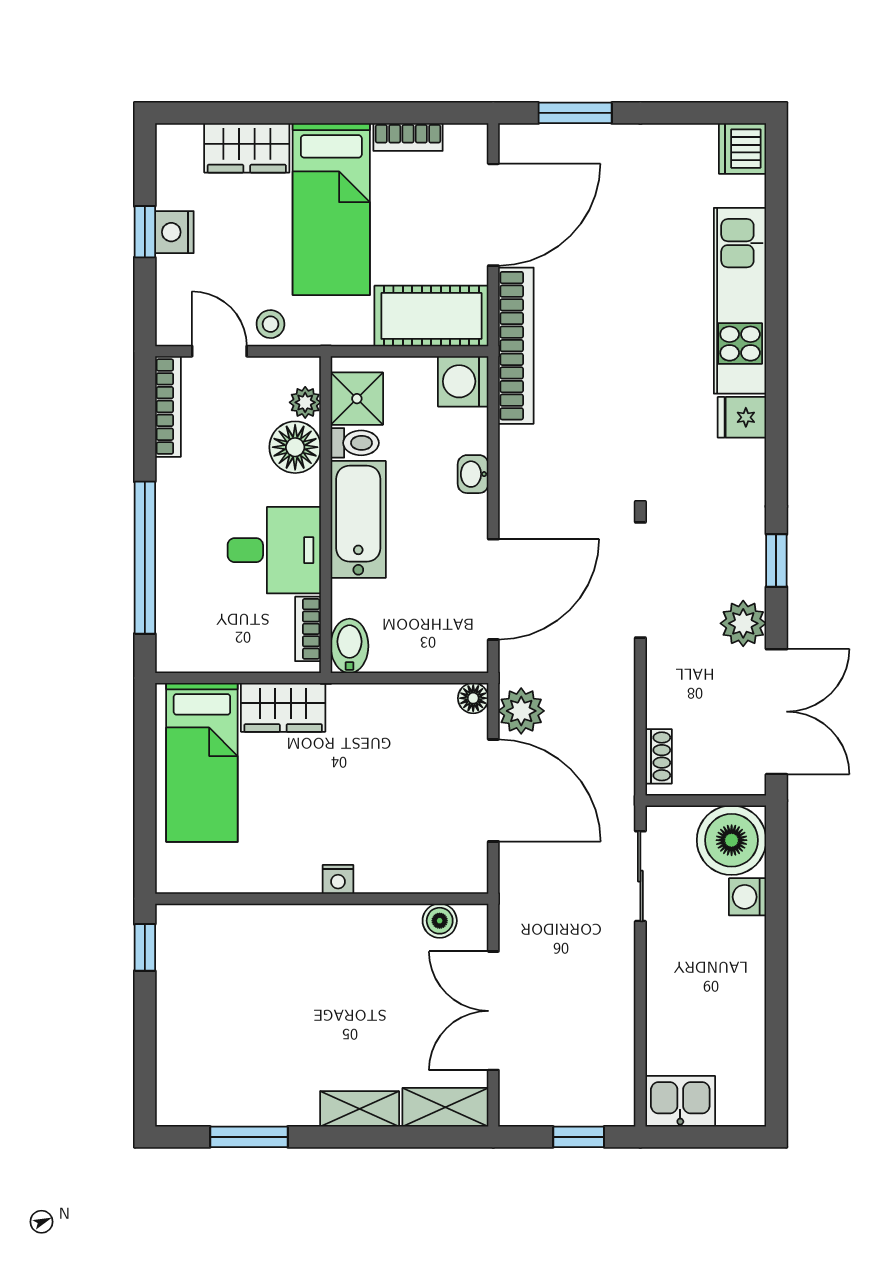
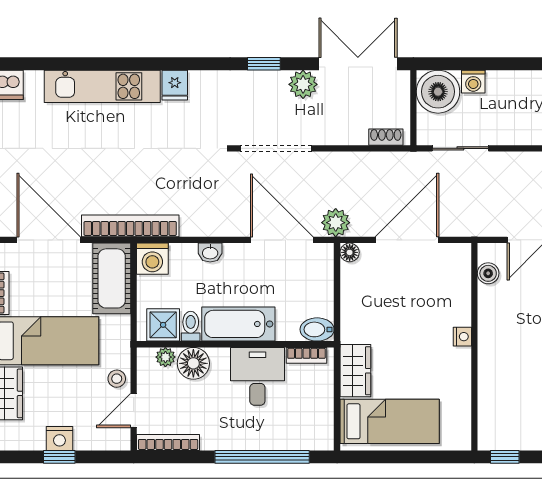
plant: (521, 711) -> (336, 223), moved

